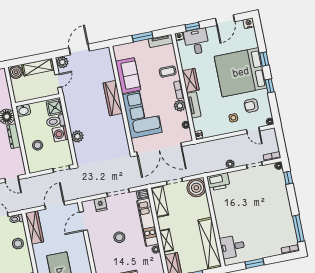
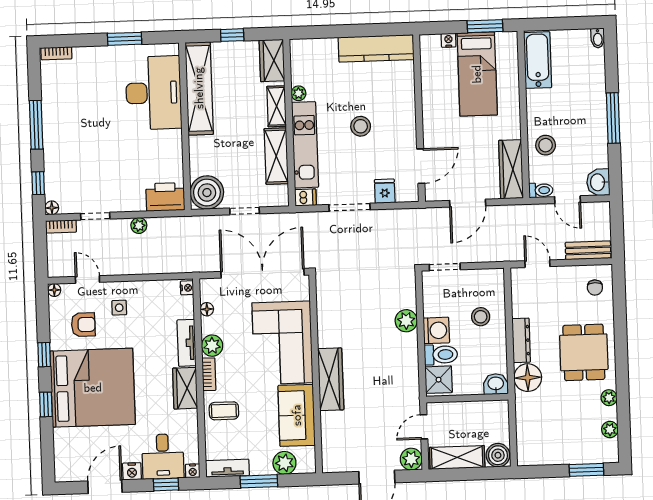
nightstand: (249, 23) -> (132, 471), moved
plant: (130, 49) -> (284, 463), added
shelving: (160, 201) -> (276, 156), moved
window: (298, 228) -> (36, 125), moved
desk: (232, 247) -> (154, 93), width x1.87, depth x1.30

